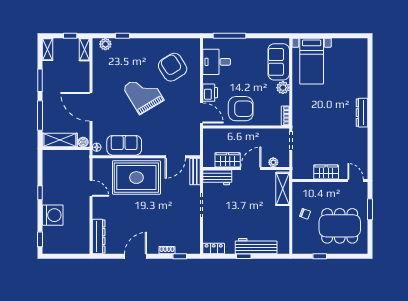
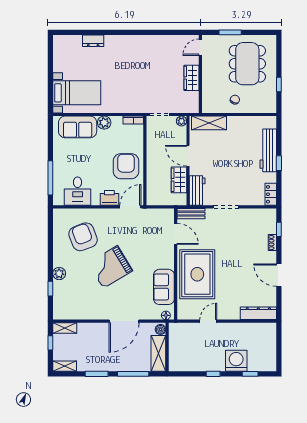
plant: (105, 44) -> (59, 274), moved
armchair: (173, 67) -> (83, 237), turned 101
dresser: (362, 113) -> (93, 41), moved, width x0.70
plant: (273, 162) -> (181, 121), moved
window: (40, 239) -> (250, 374), moved

